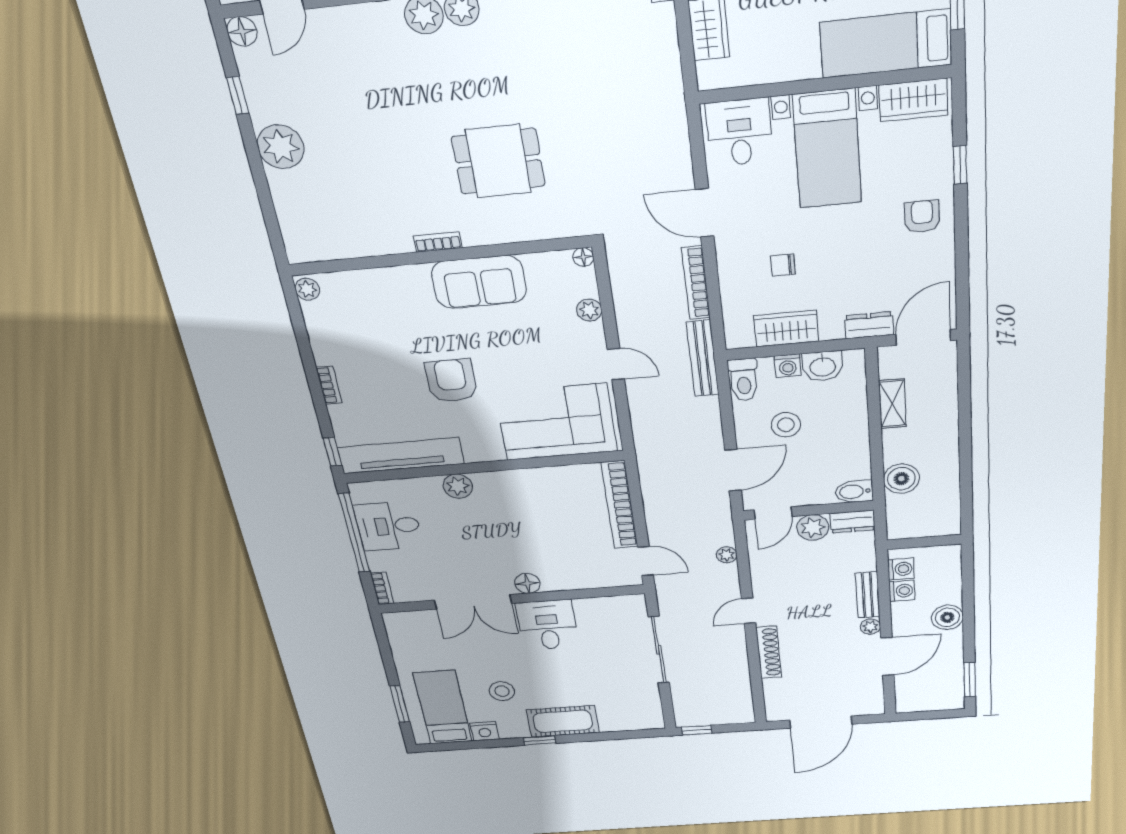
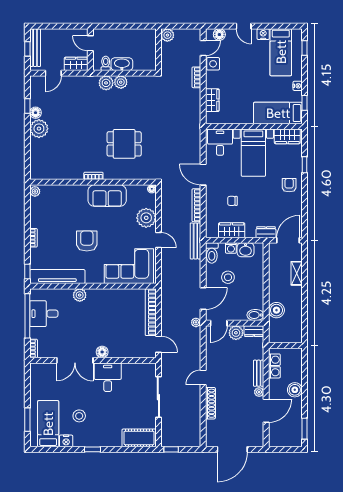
floor lamp: (242, 31) -> (36, 113), moved
plant: (589, 310) -> (146, 218), width x1.88, depth x1.88
shelving: (892, 404) -> (297, 273), moved
plant: (727, 555) -> (196, 322), moved
cot: (563, 721) -> (139, 438), moved

